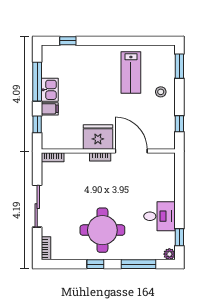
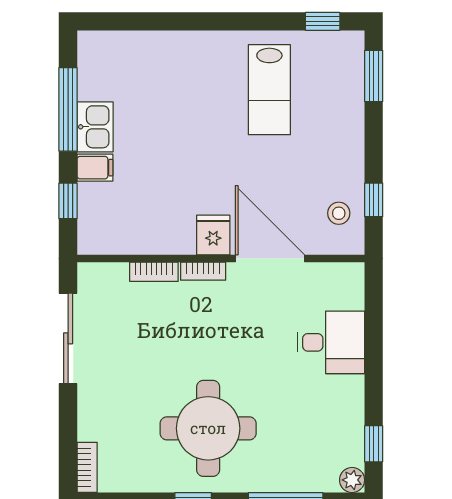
window: (68, 41) -> (323, 21), moved
stool: (161, 92) -> (339, 213), moved
fridge: (98, 137) -> (213, 235), width x0.53, depth x0.75
bookcase: (53, 157) -> (154, 272), moved
sliding door: (37, 206) -> (68, 338), moved
desk: (160, 216) -> (331, 342), moved

